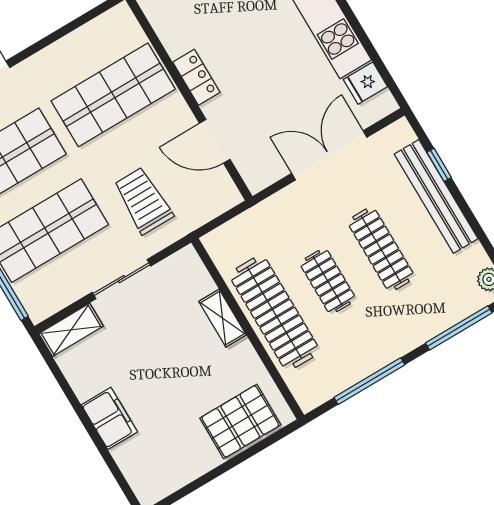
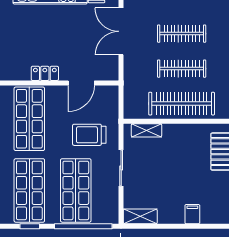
clothes rail: (328, 281) -> (182, 69), width x1.36
shelving: (222, 318) -> (146, 130), moved
shelving: (71, 330) -> (140, 216), moved, turned 90
filing cabinet: (109, 418) -> (192, 214), width x0.50

